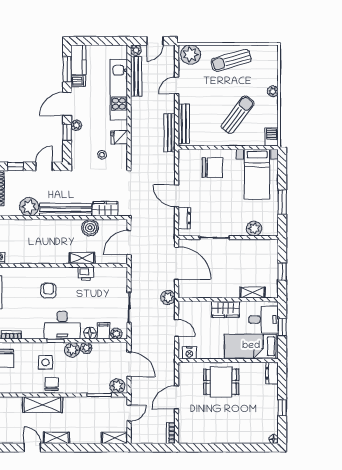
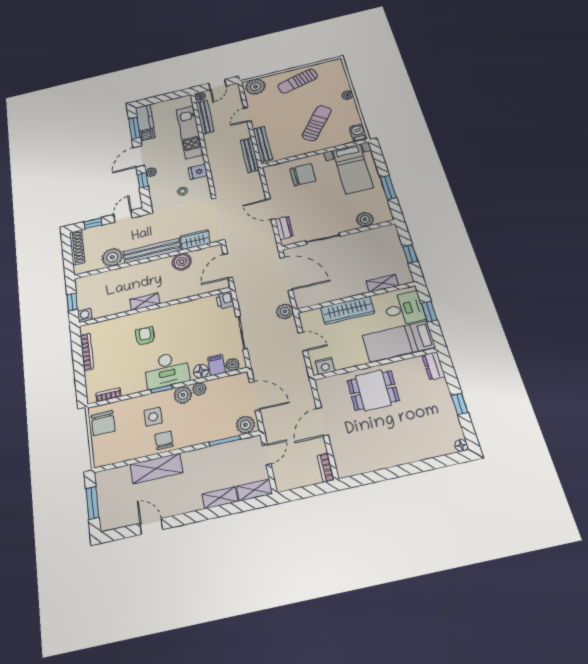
shelving: (82, 258) -> (145, 302), moved
printer: (86, 274) -> (225, 300), moved, turned 90
wardrobe: (226, 309) -> (347, 310), width x1.50
shelving: (56, 438) -> (220, 498), moved

